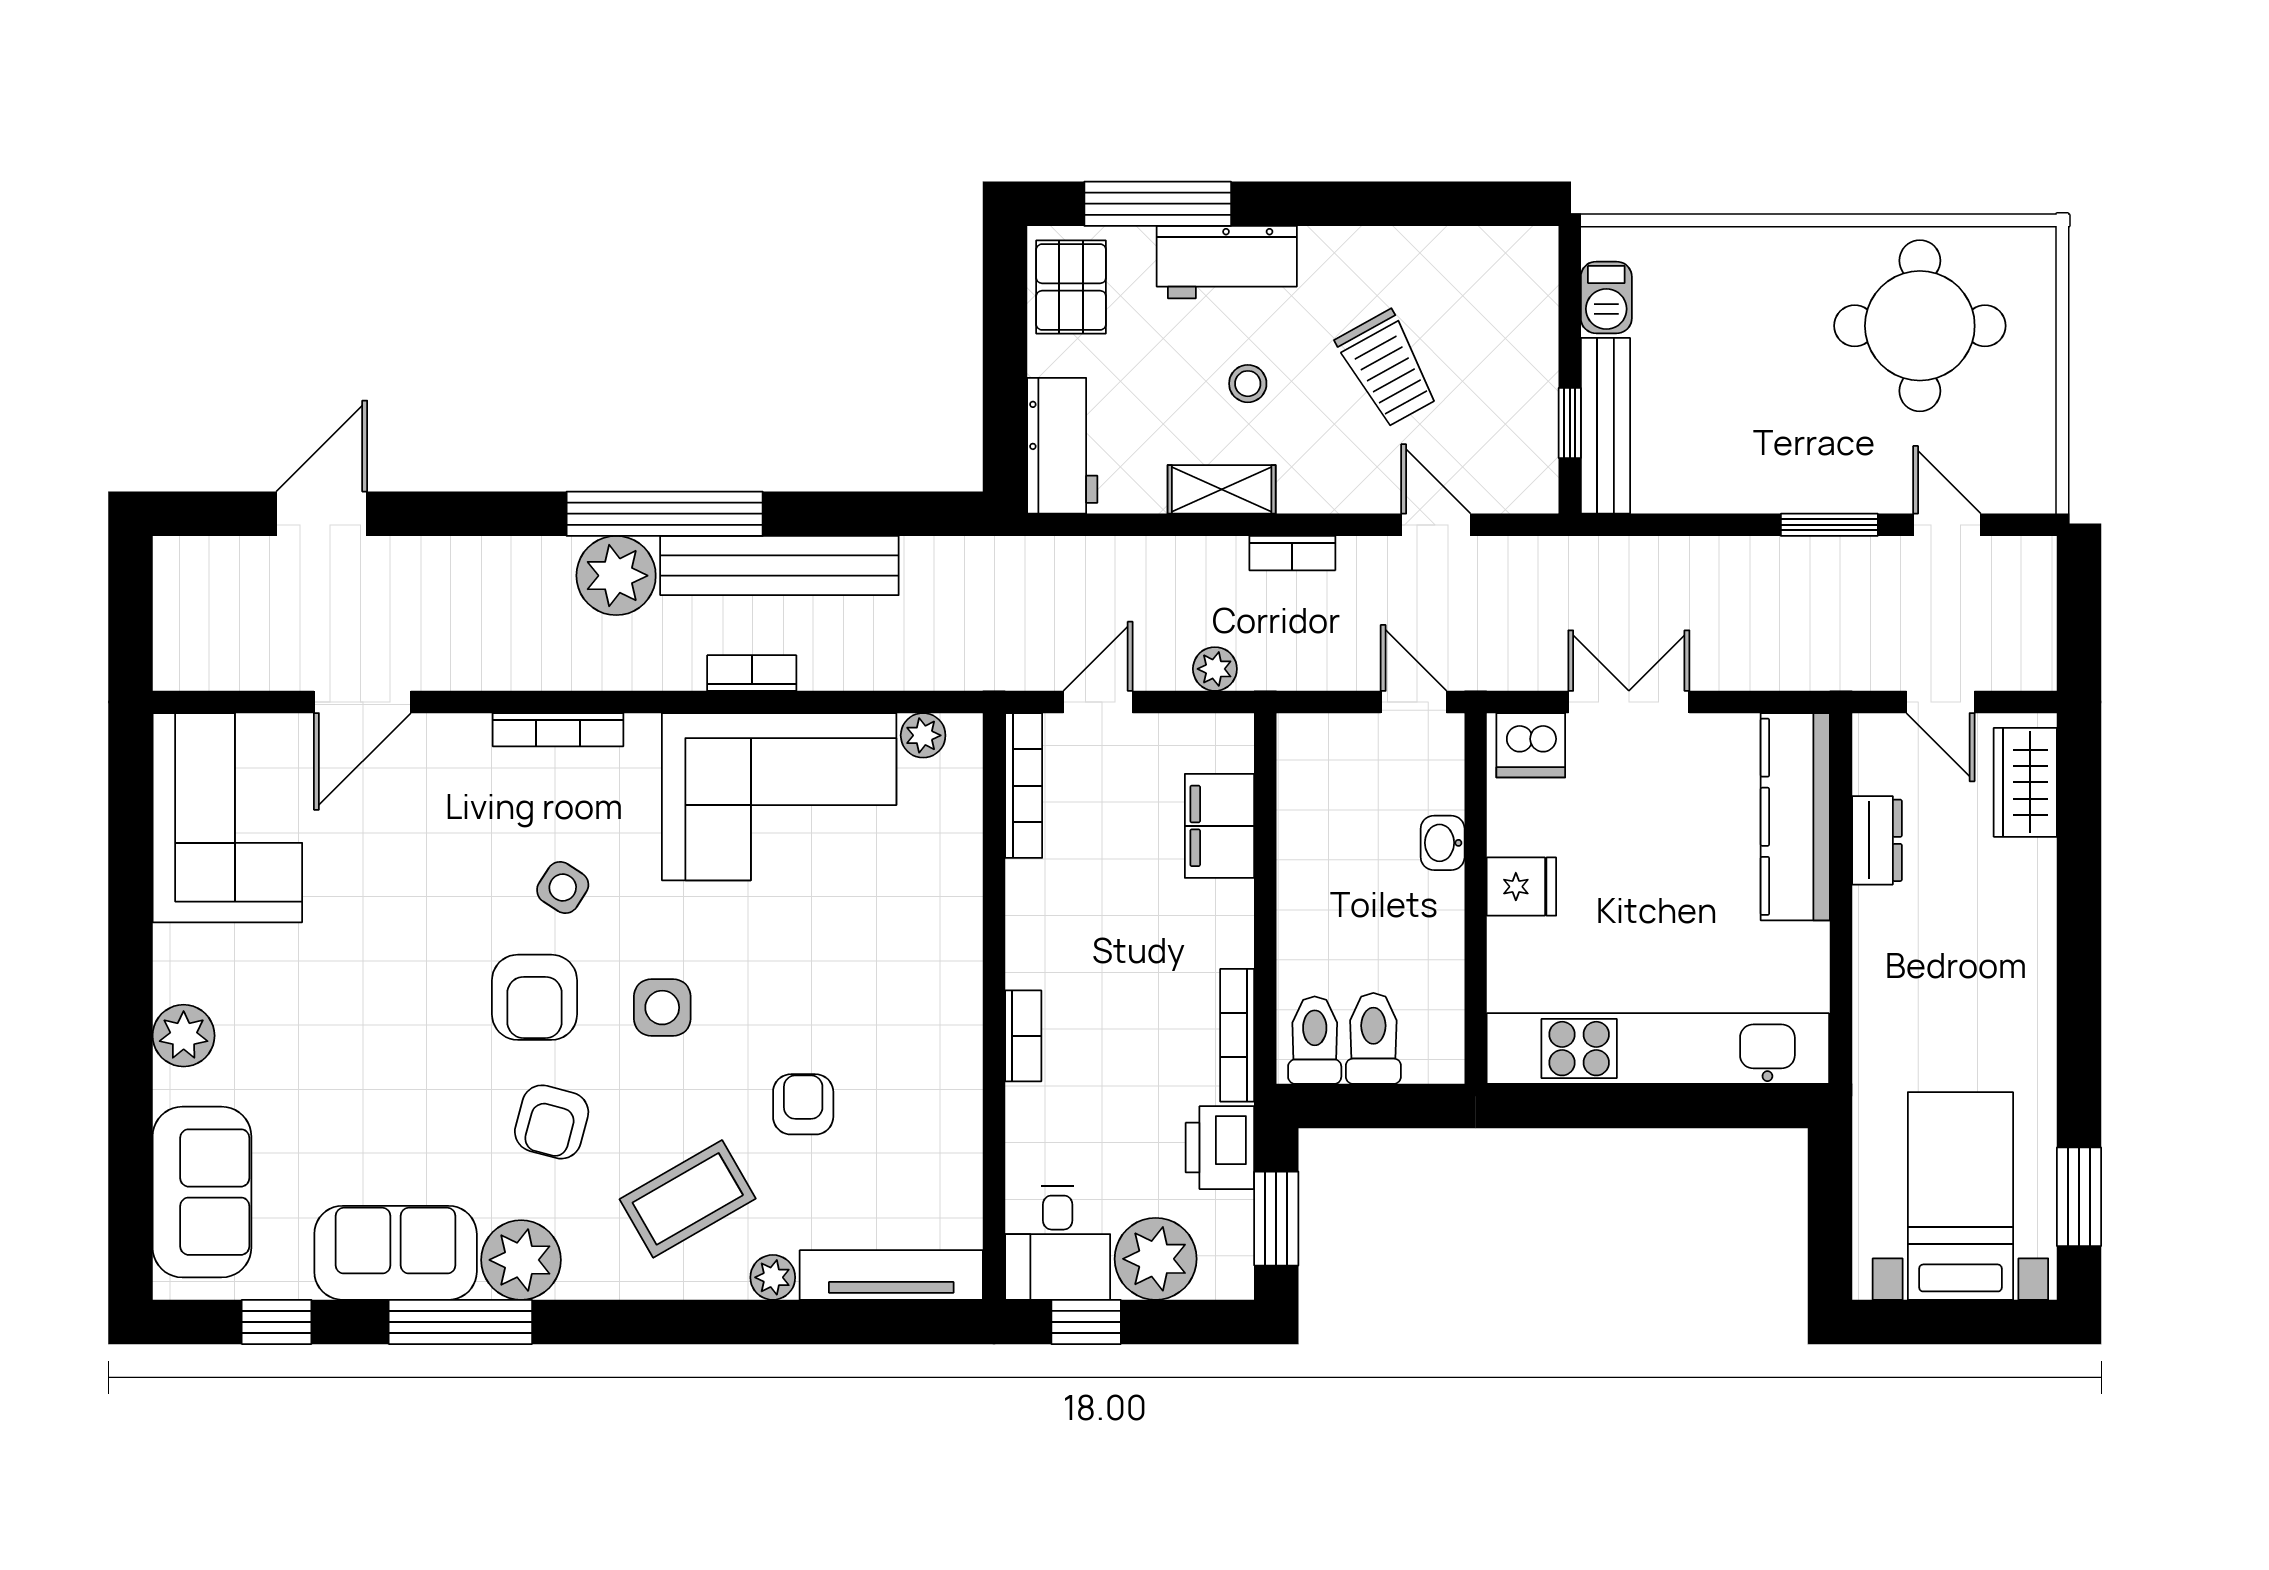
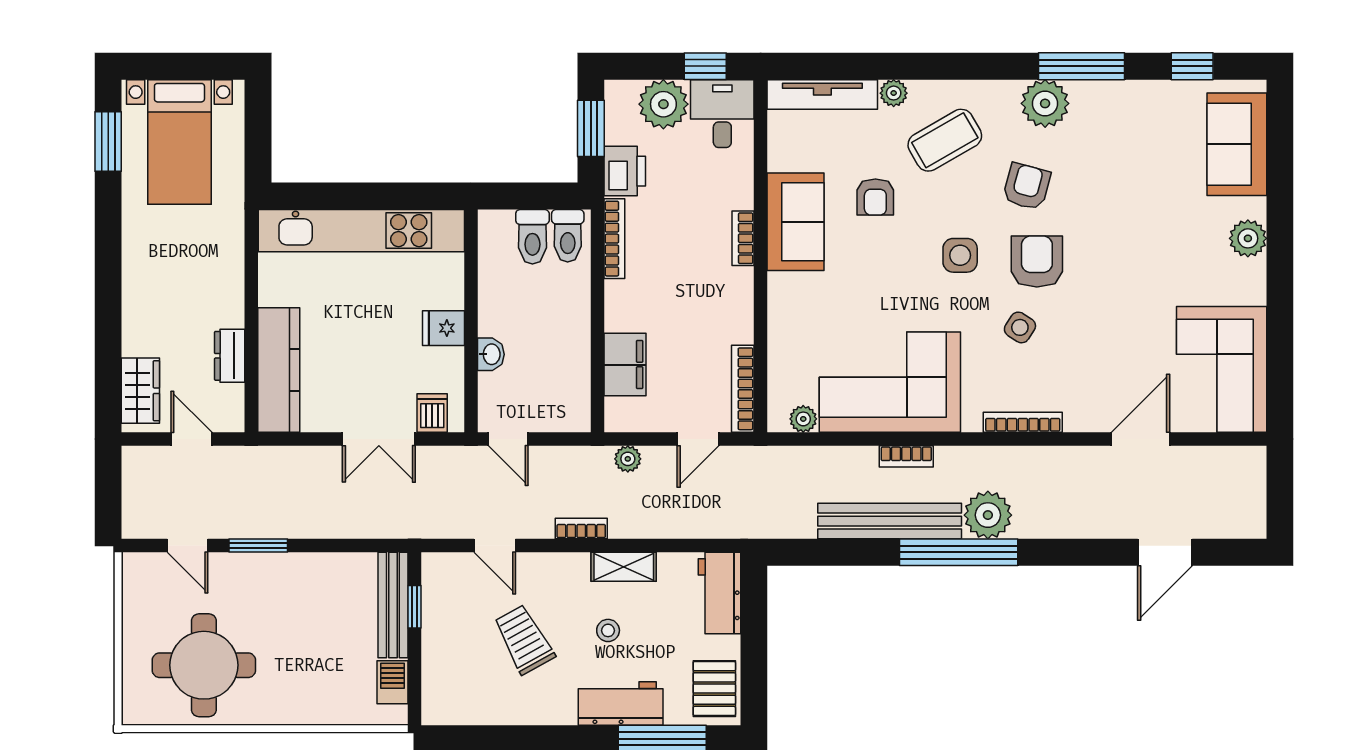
dishwasher: (1531, 745) -> (432, 413), width x0.73
sofa: (396, 1253) -> (796, 222), moved, turned -90

